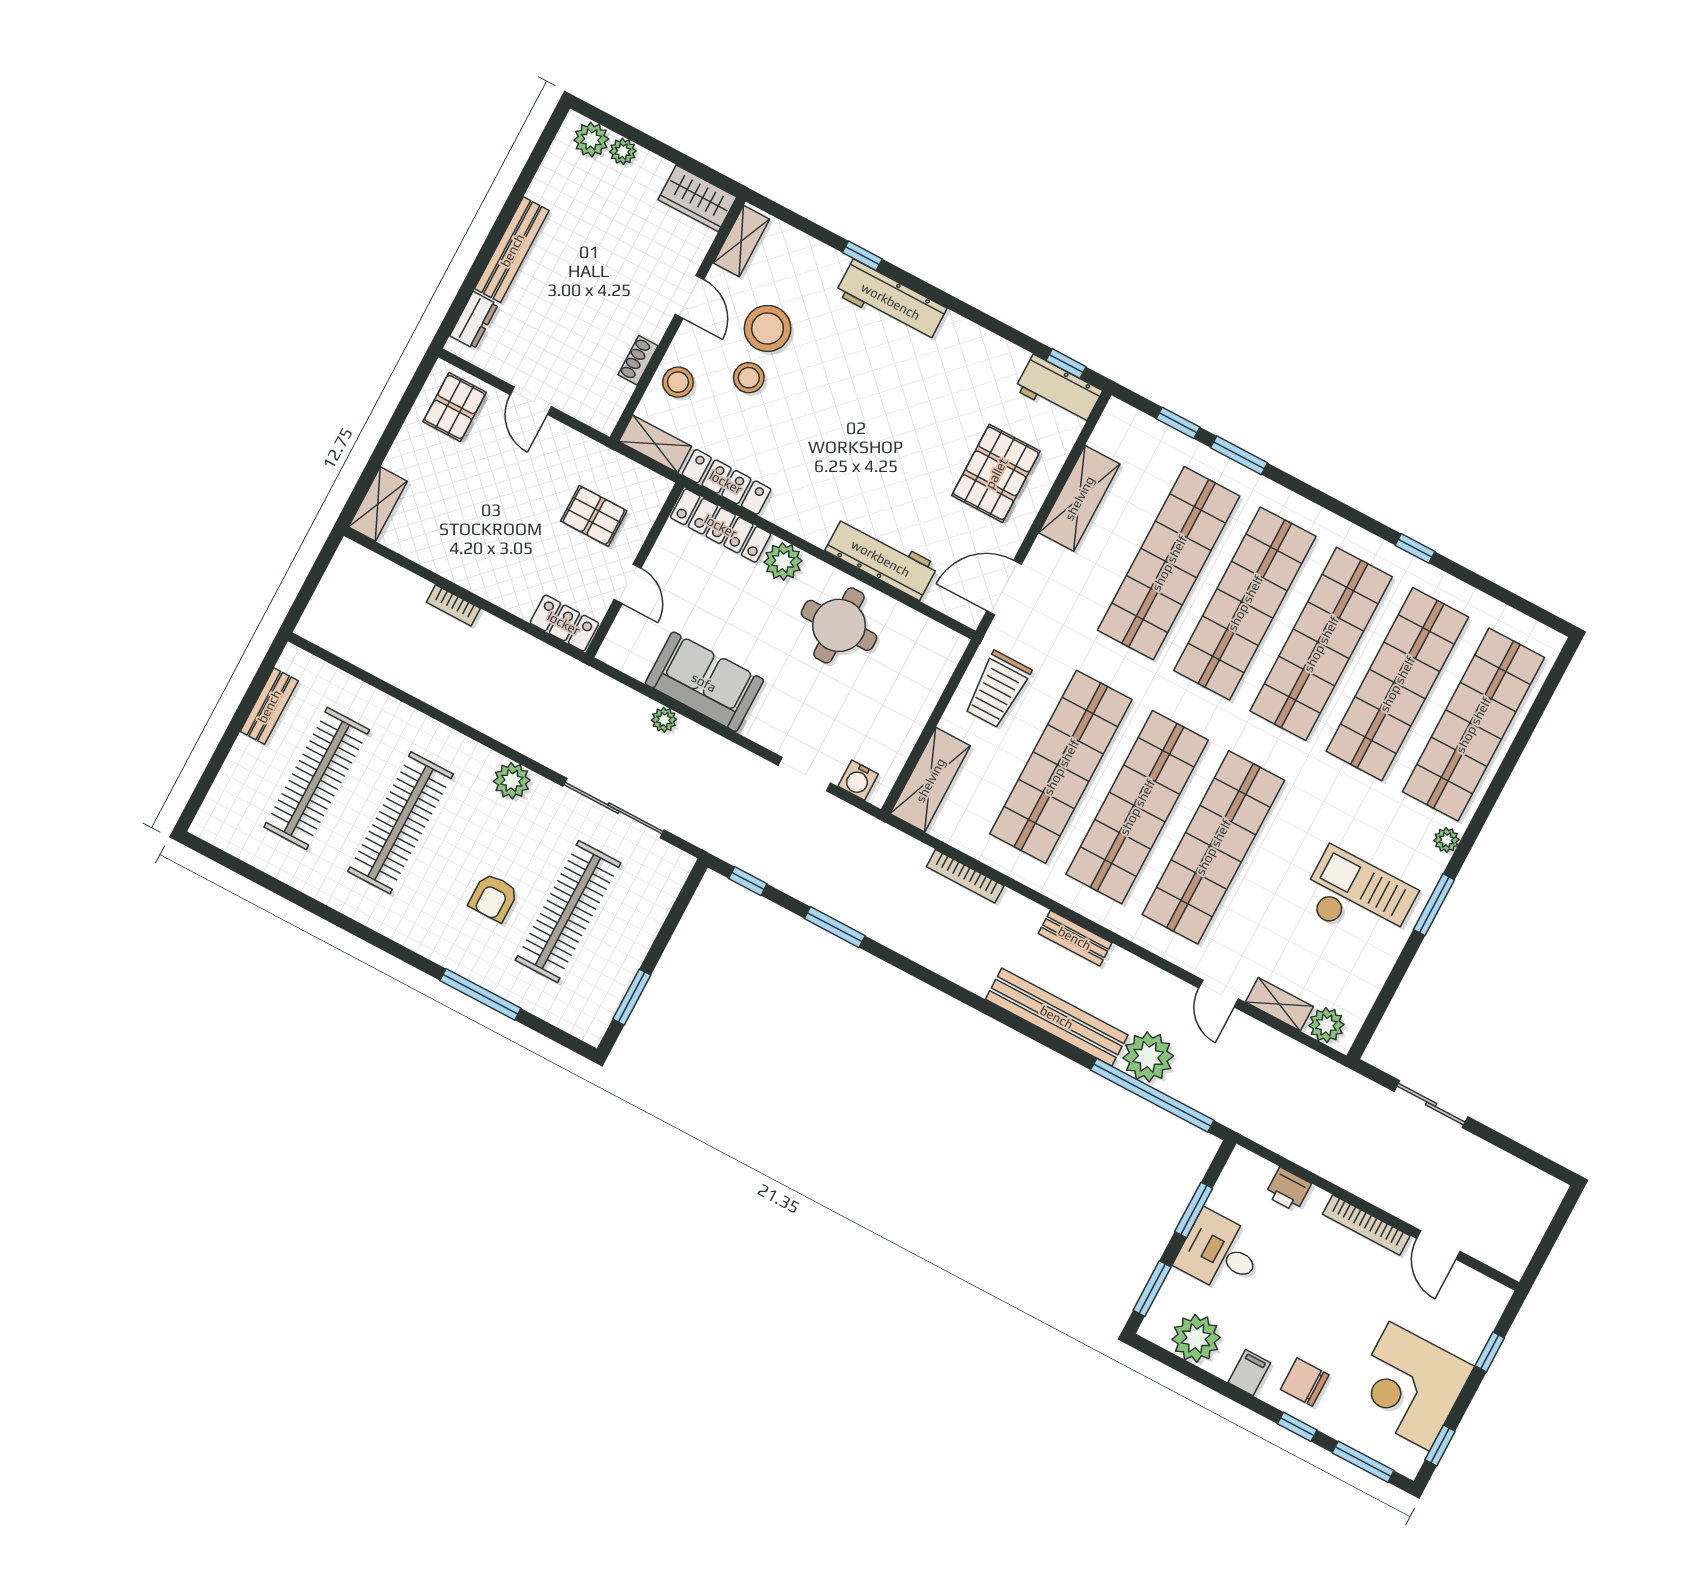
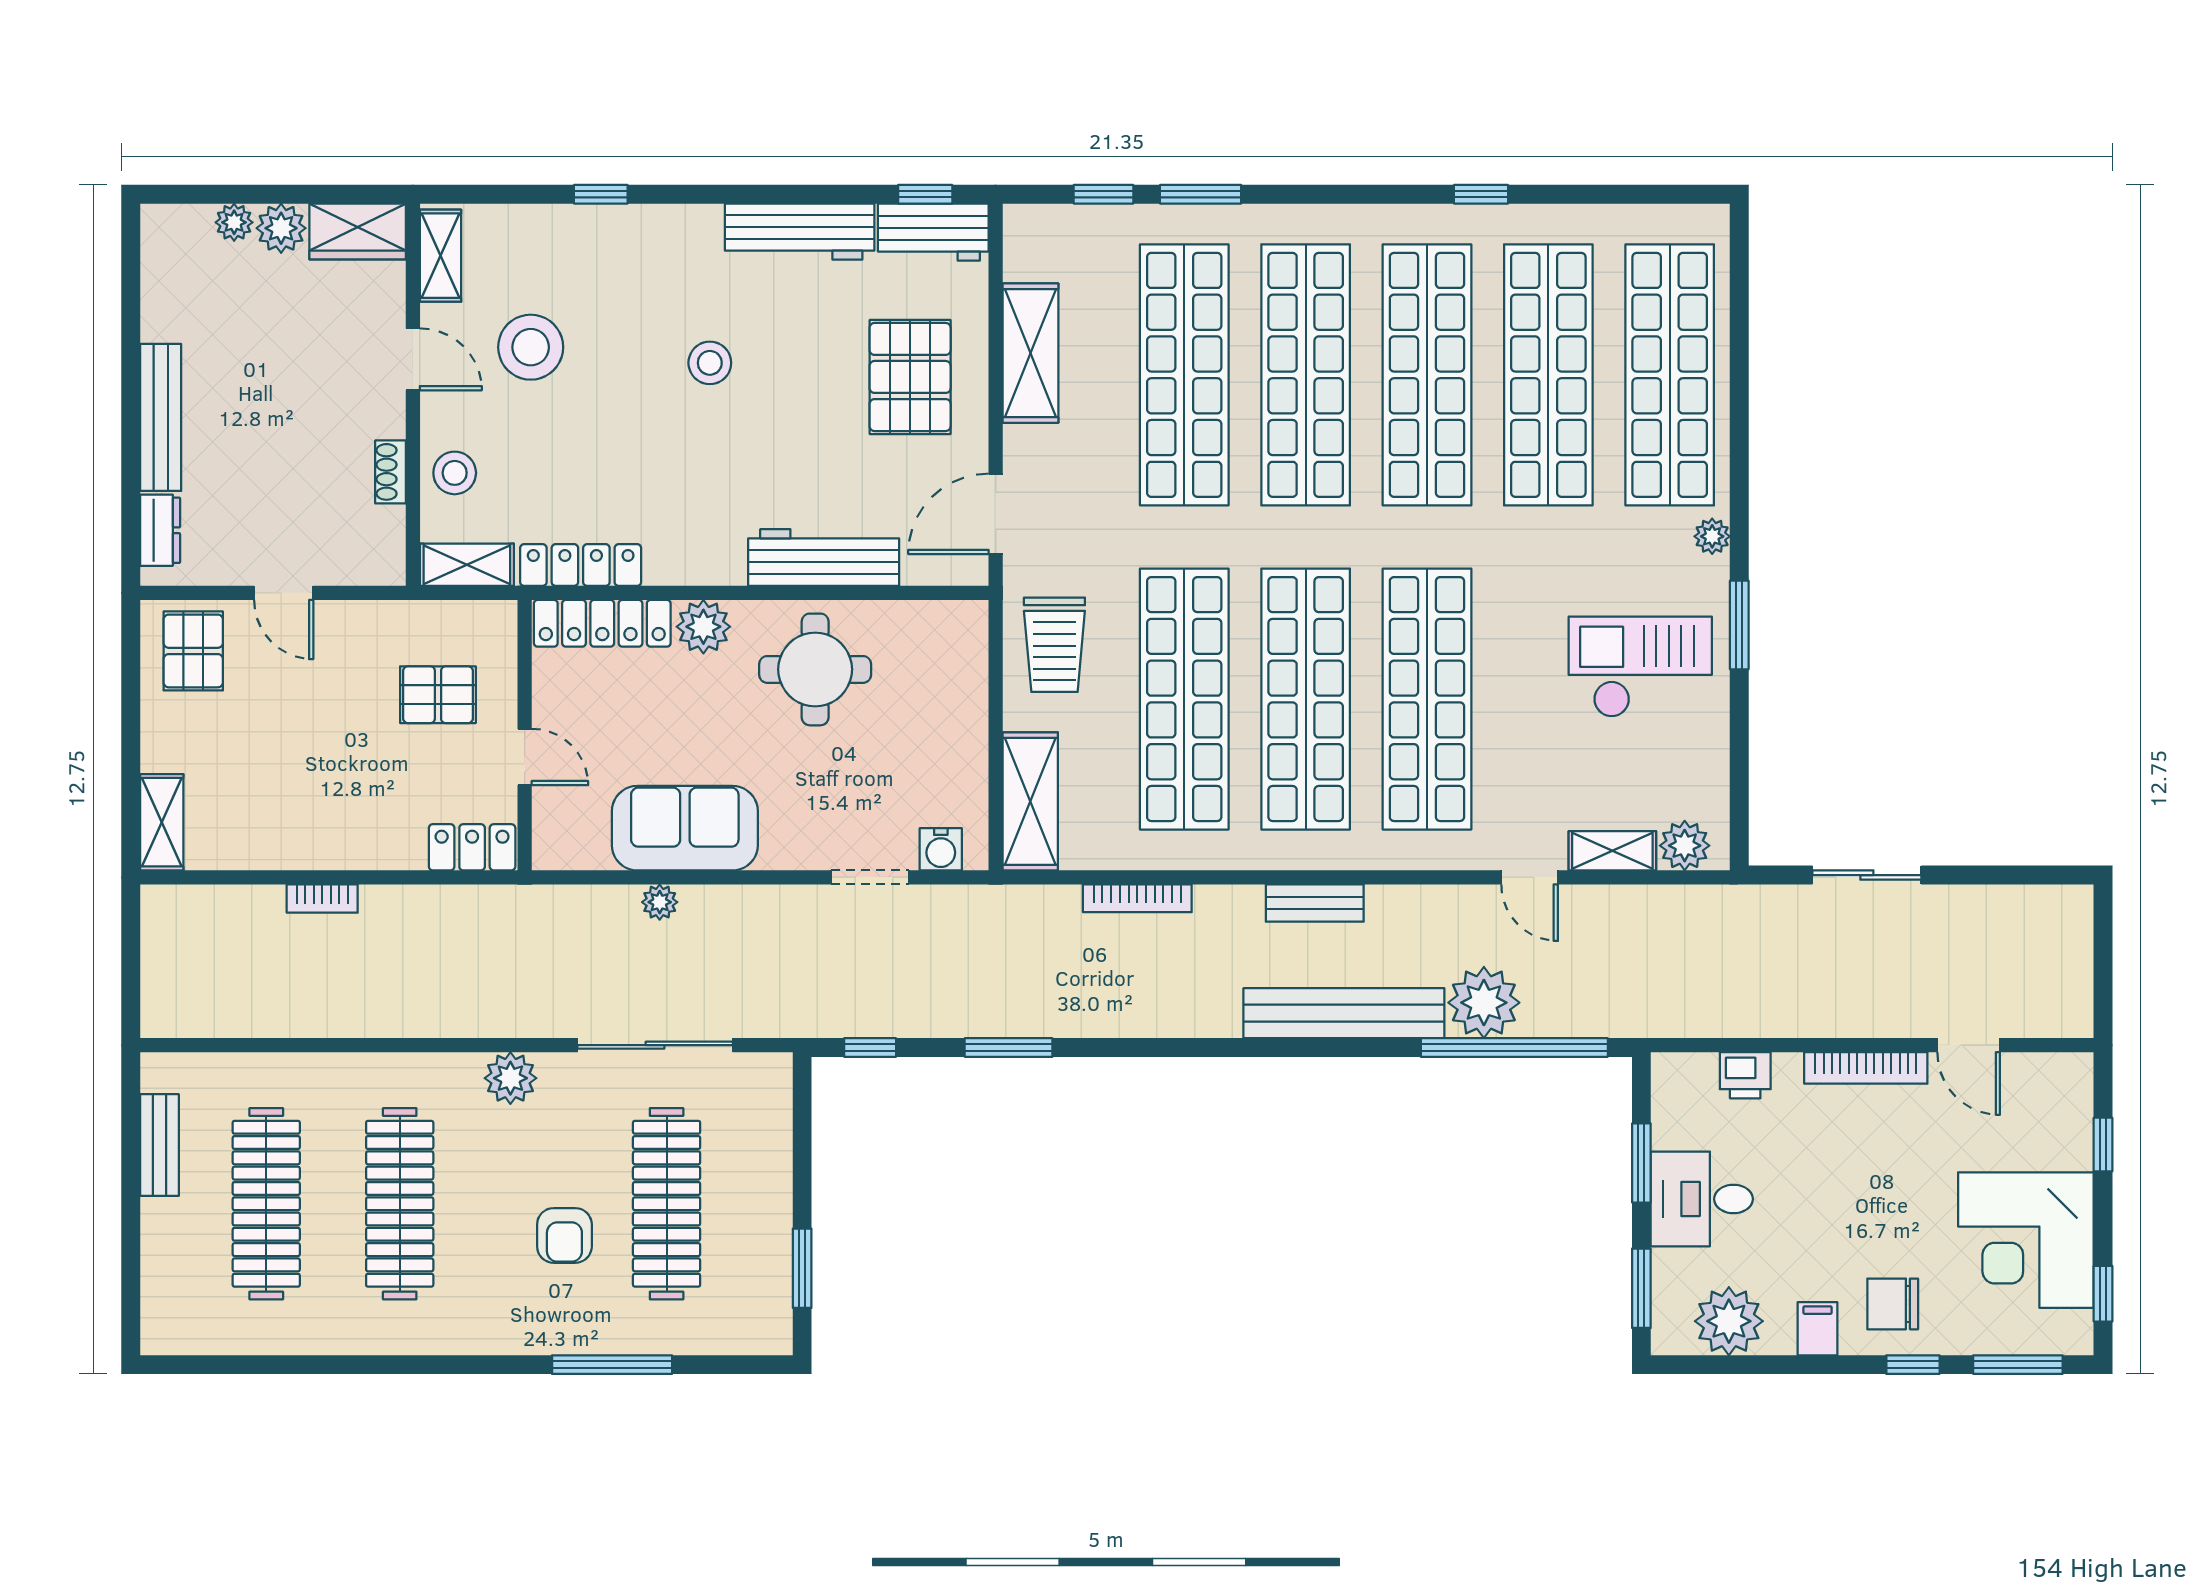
plant: (591, 140) -> (281, 228), moved
workbench: (891, 301) -> (800, 232), moved
stool: (749, 378) -> (710, 363), moved

